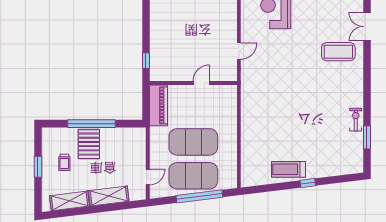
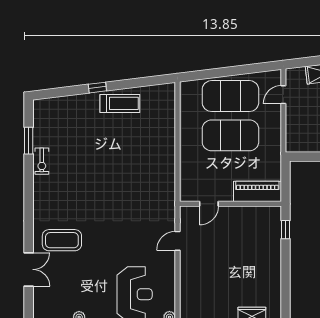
door: (201, 83) -> (209, 204), moved
piano: (159, 105) -> (257, 191), moved, turned 90
window: (199, 196) -> (223, 72), removed

